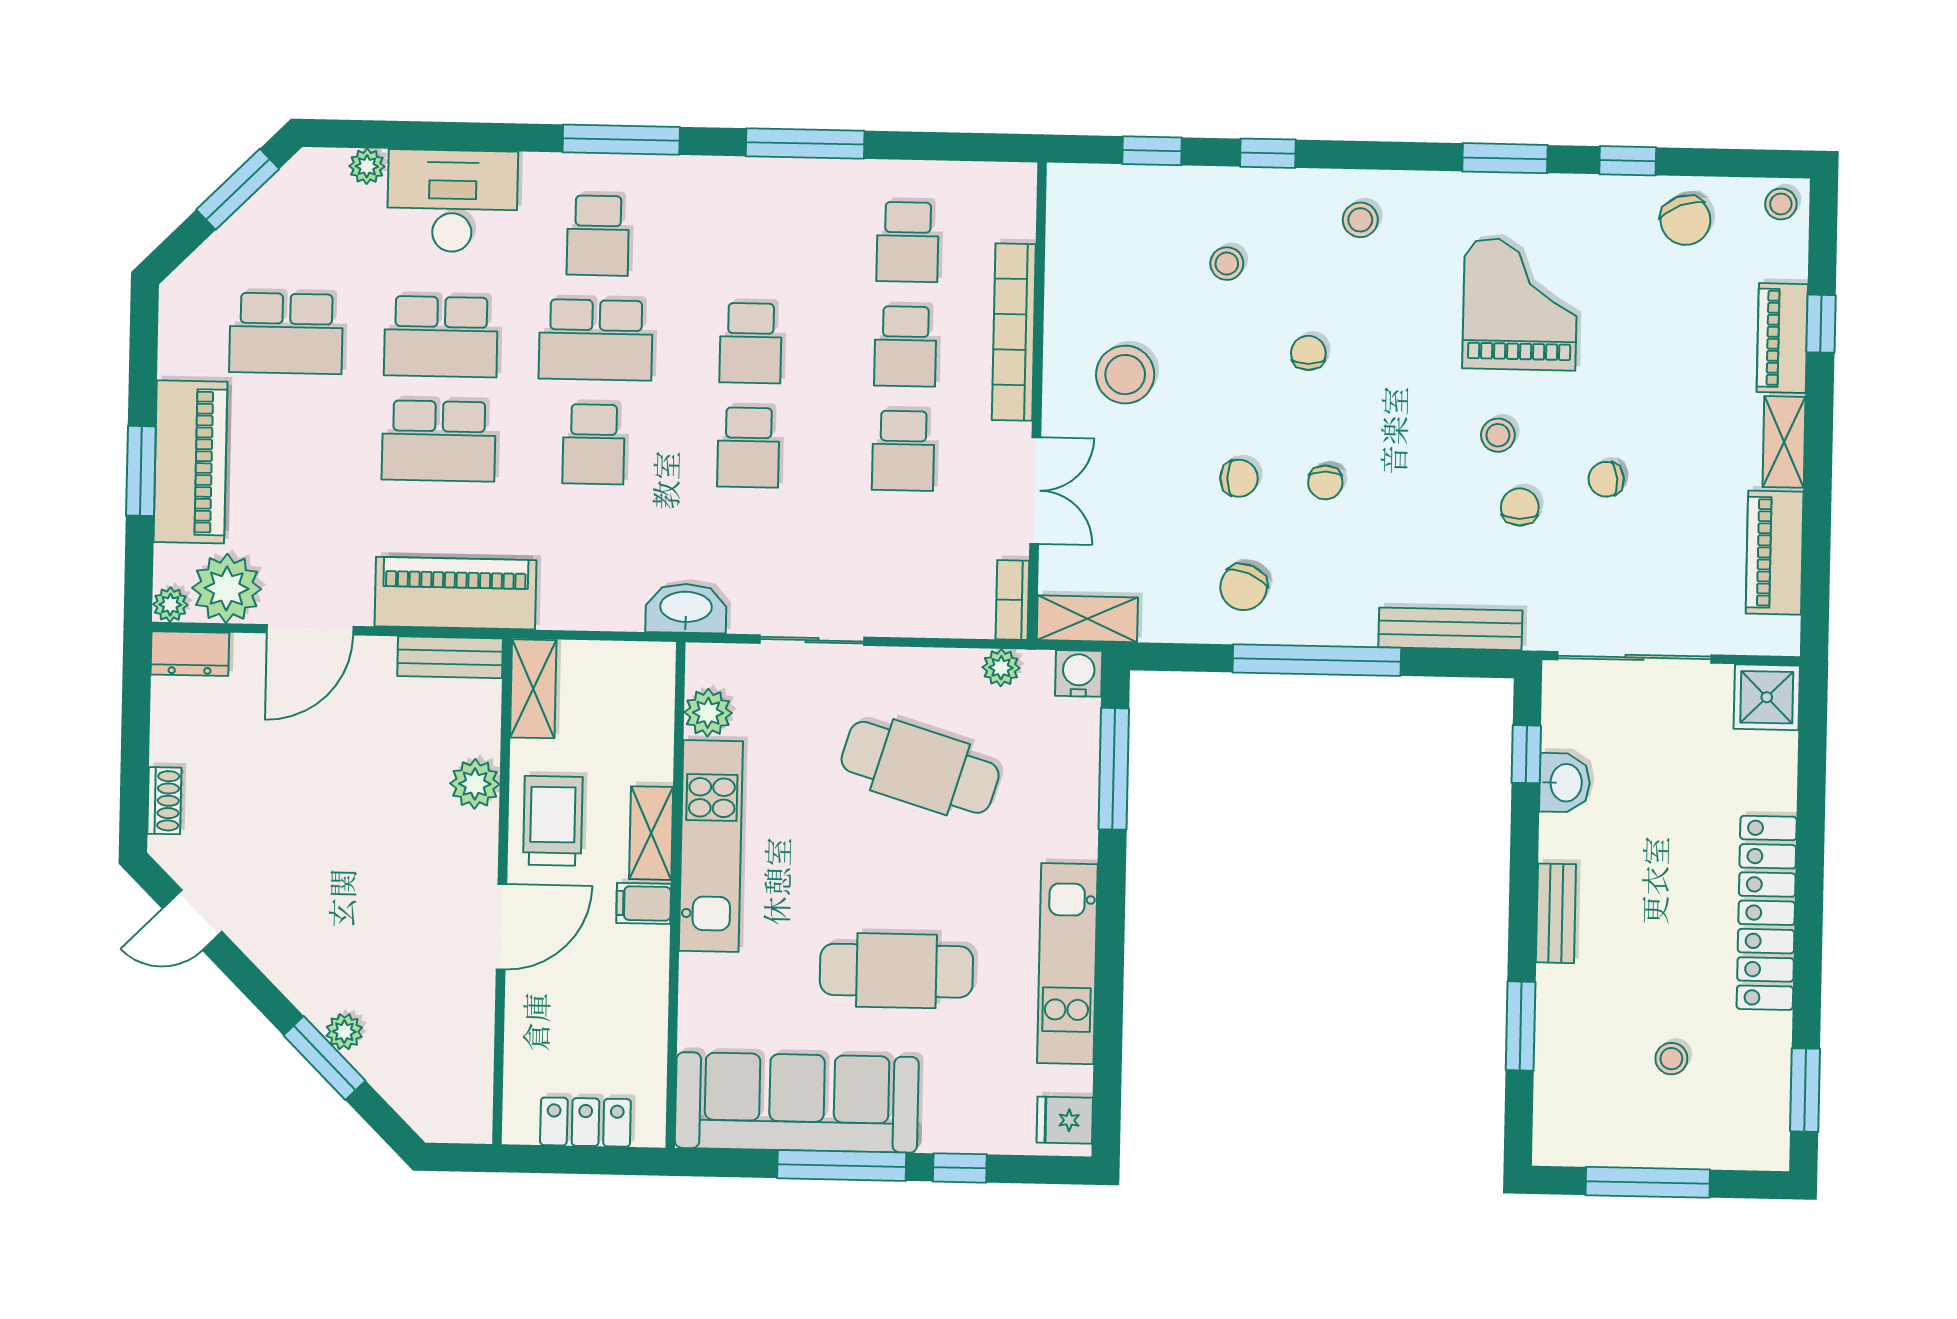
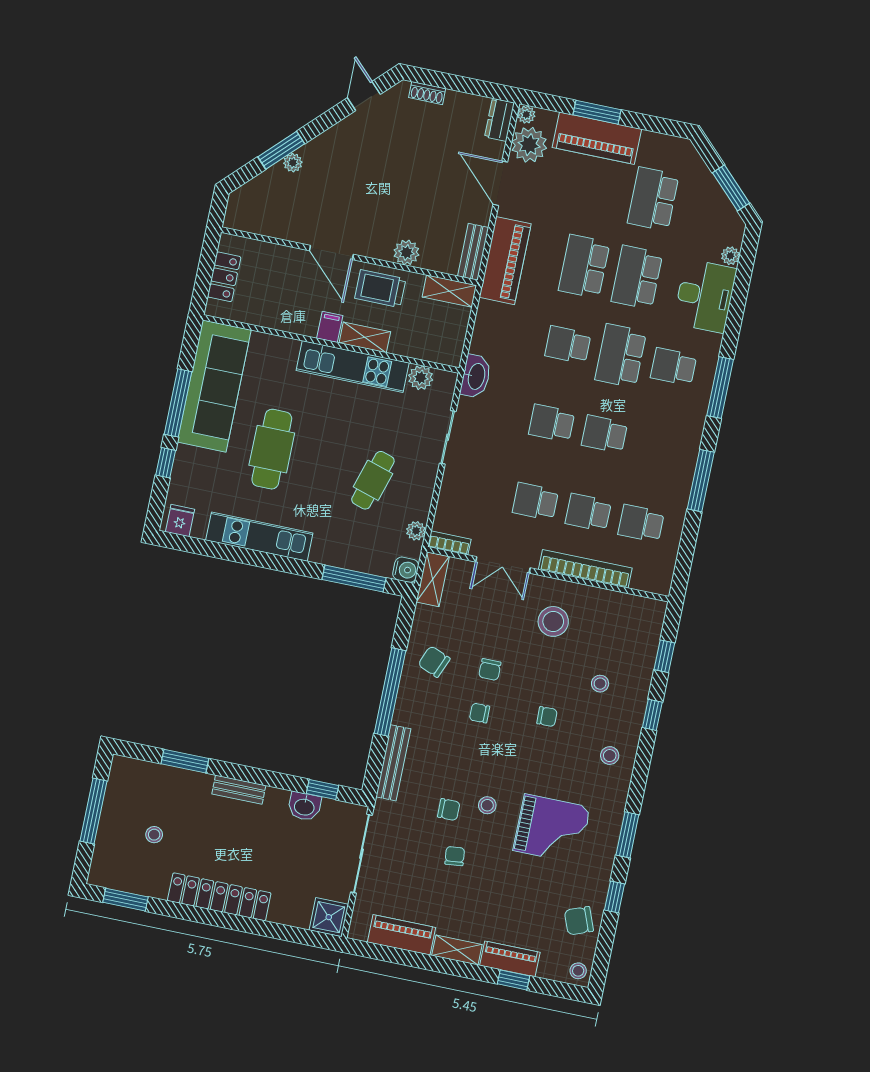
cafe table: (920, 767) -> (373, 480), width x0.73, depth x0.74
trolley: (553, 821) -> (380, 289), turned 180

